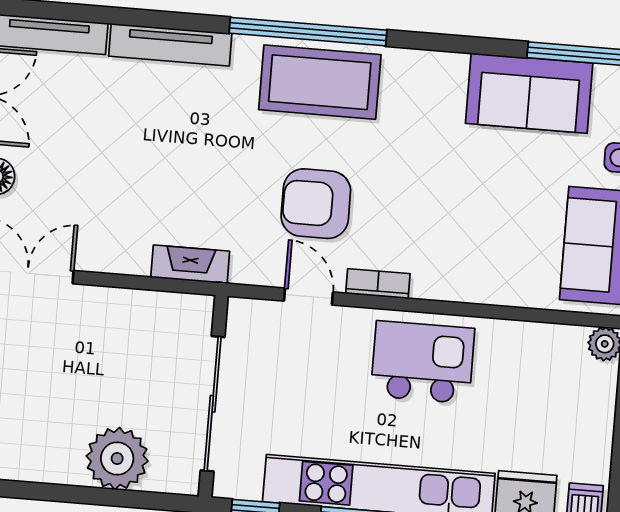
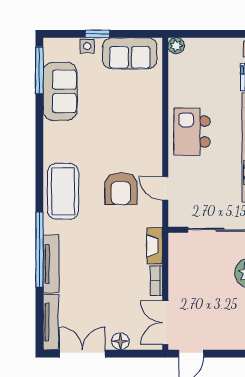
window: (308, 32) -> (39, 249), moved
bookcase: (378, 284) -> (156, 281), moved
door: (308, 296) -> (165, 188), hinge flipped

